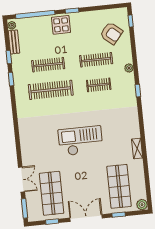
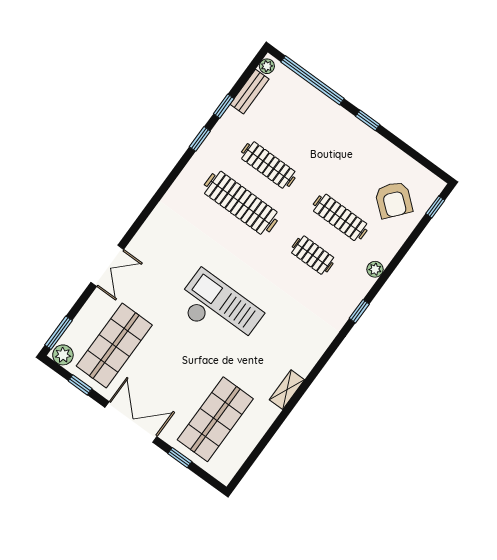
display table: (61, 25) -> (335, 126), removed
double door: (21, 180) -> (107, 266), moved
plant: (142, 205) -> (63, 355), moved

